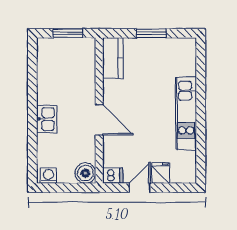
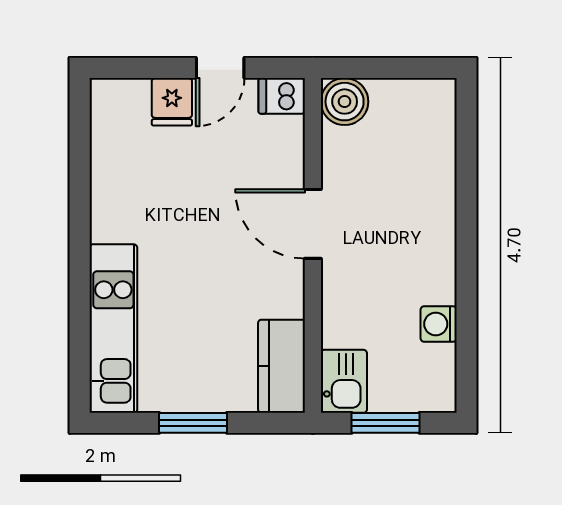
kitchen unit: (186, 114) -> (113, 329), moved
kitchen sink: (47, 119) -> (344, 381), moved, turned 180
washing machine: (48, 176) -> (439, 324), moved, turned 90

